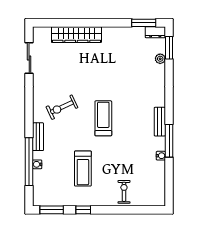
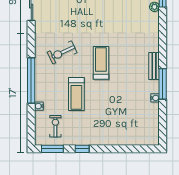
bench: (38, 137) -> (40, 80), removed
window: (29, 162) -> (31, 81), moved
treadmill: (83, 169) -> (76, 94), moved
exercise bike: (124, 192) -> (55, 126), moved

